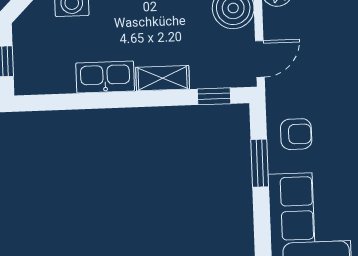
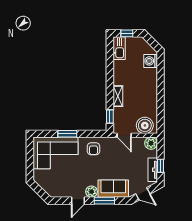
kitchen sink: (105, 77) -> (119, 48), moved
window: (260, 163) -> (67, 134), moved

